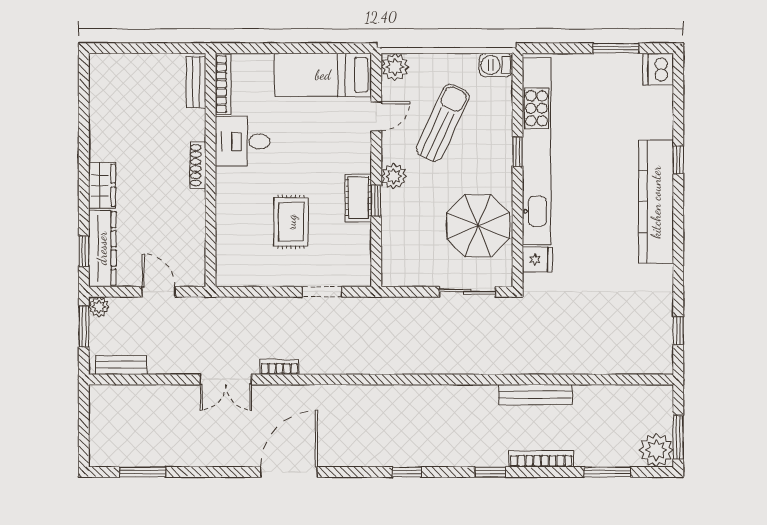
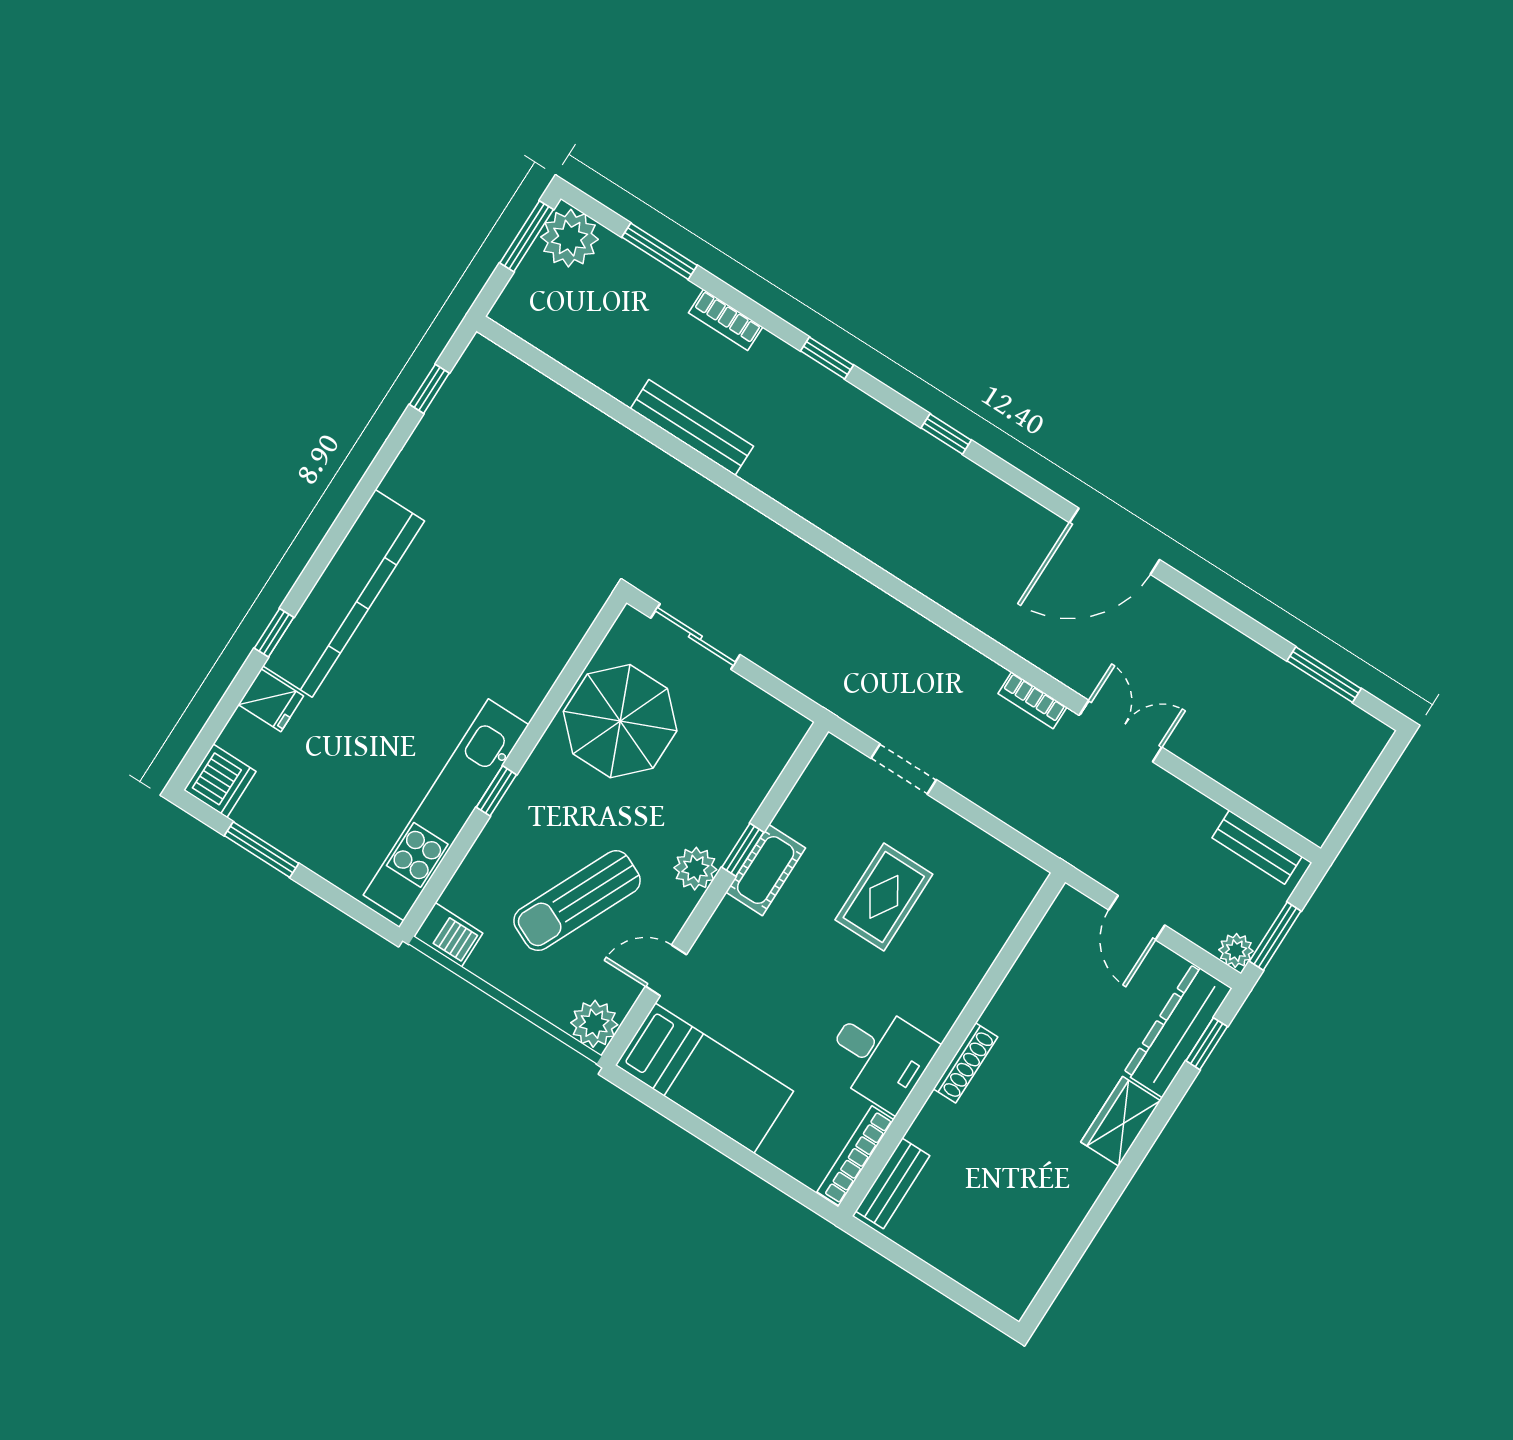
kitchen unit: (537, 151) -> (446, 810), width x0.73
fridge: (537, 259) -> (271, 700), moved, turned 180
bookcase: (541, 459) -> (726, 320), width x0.64

